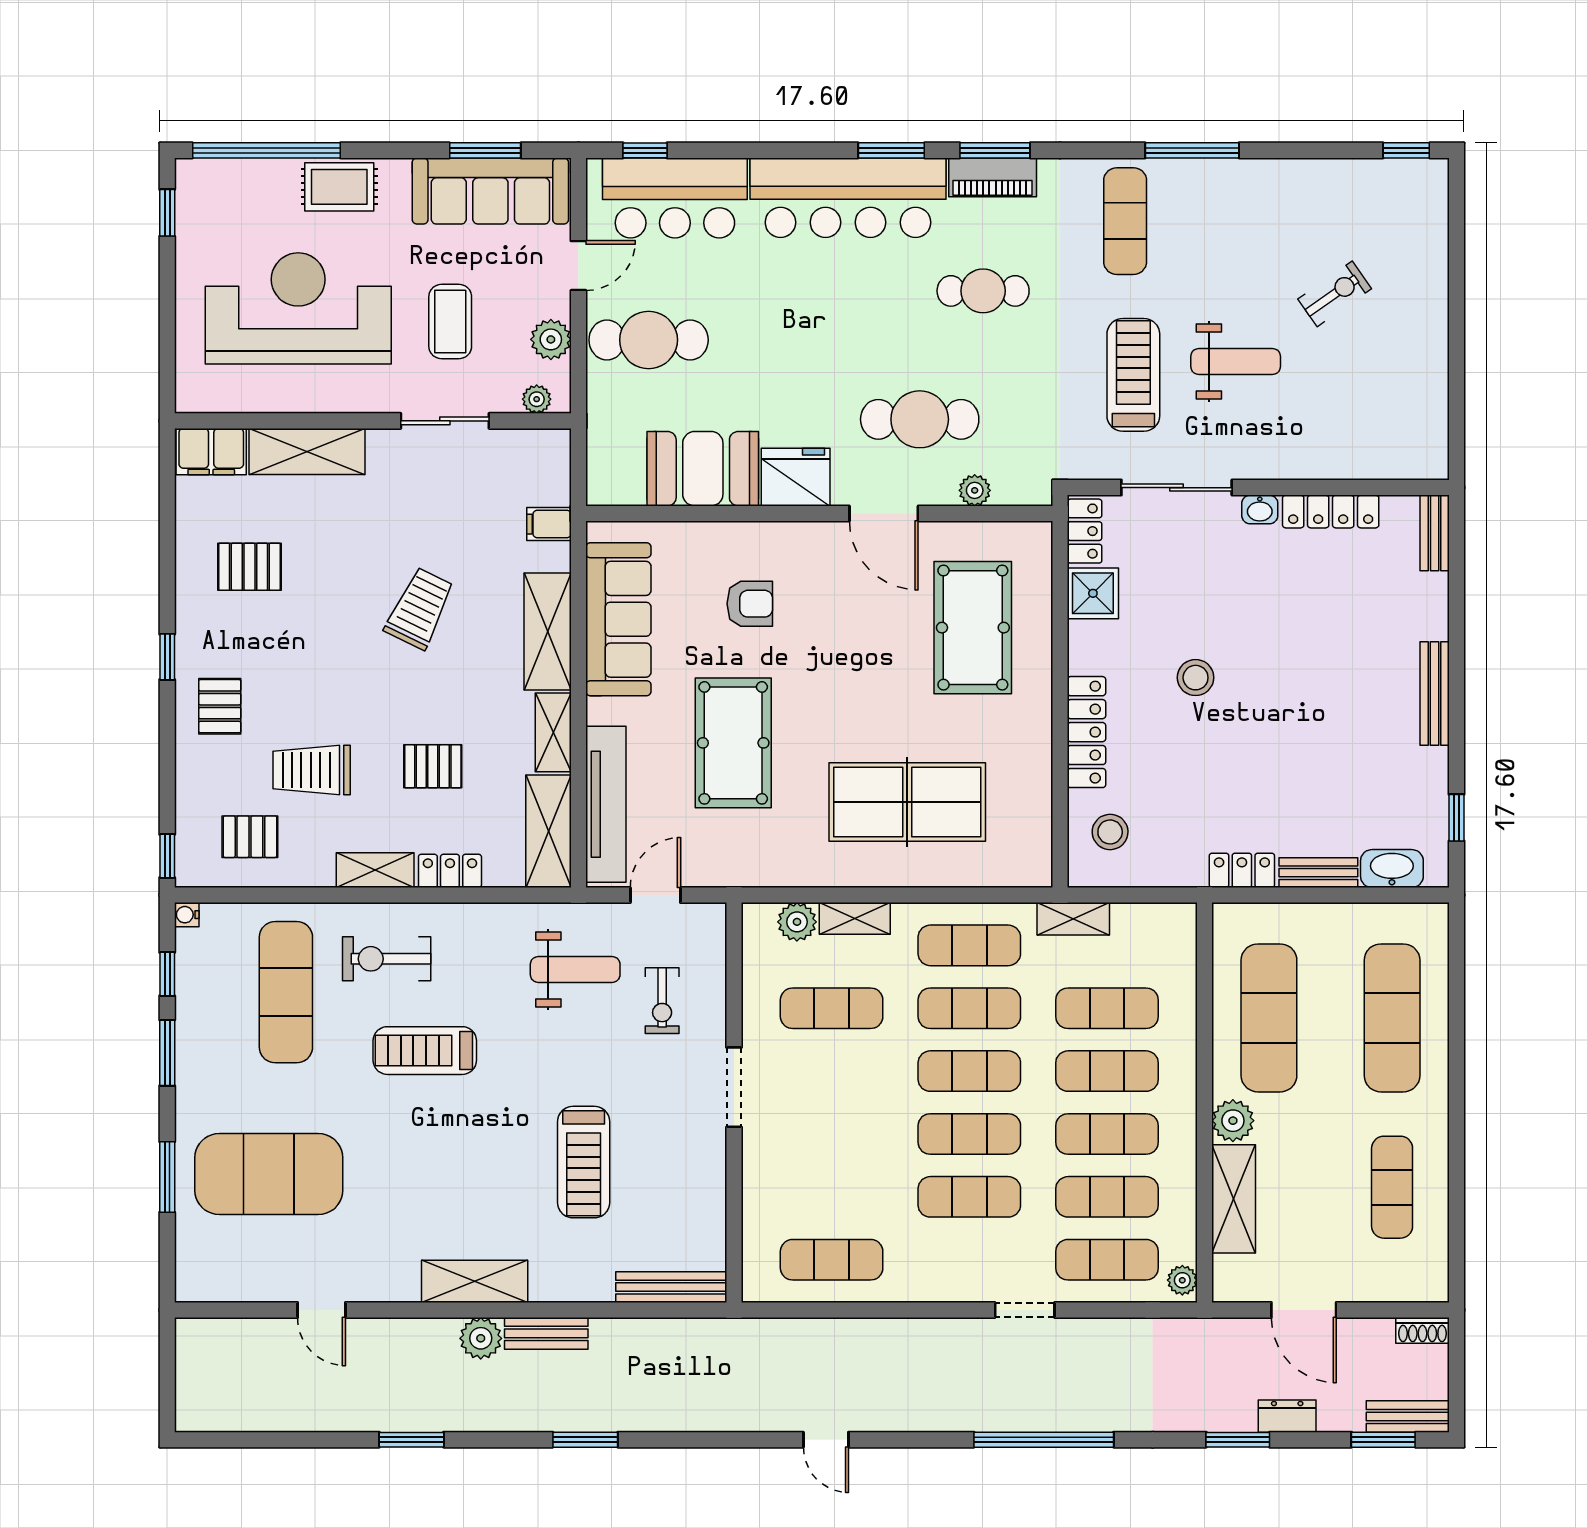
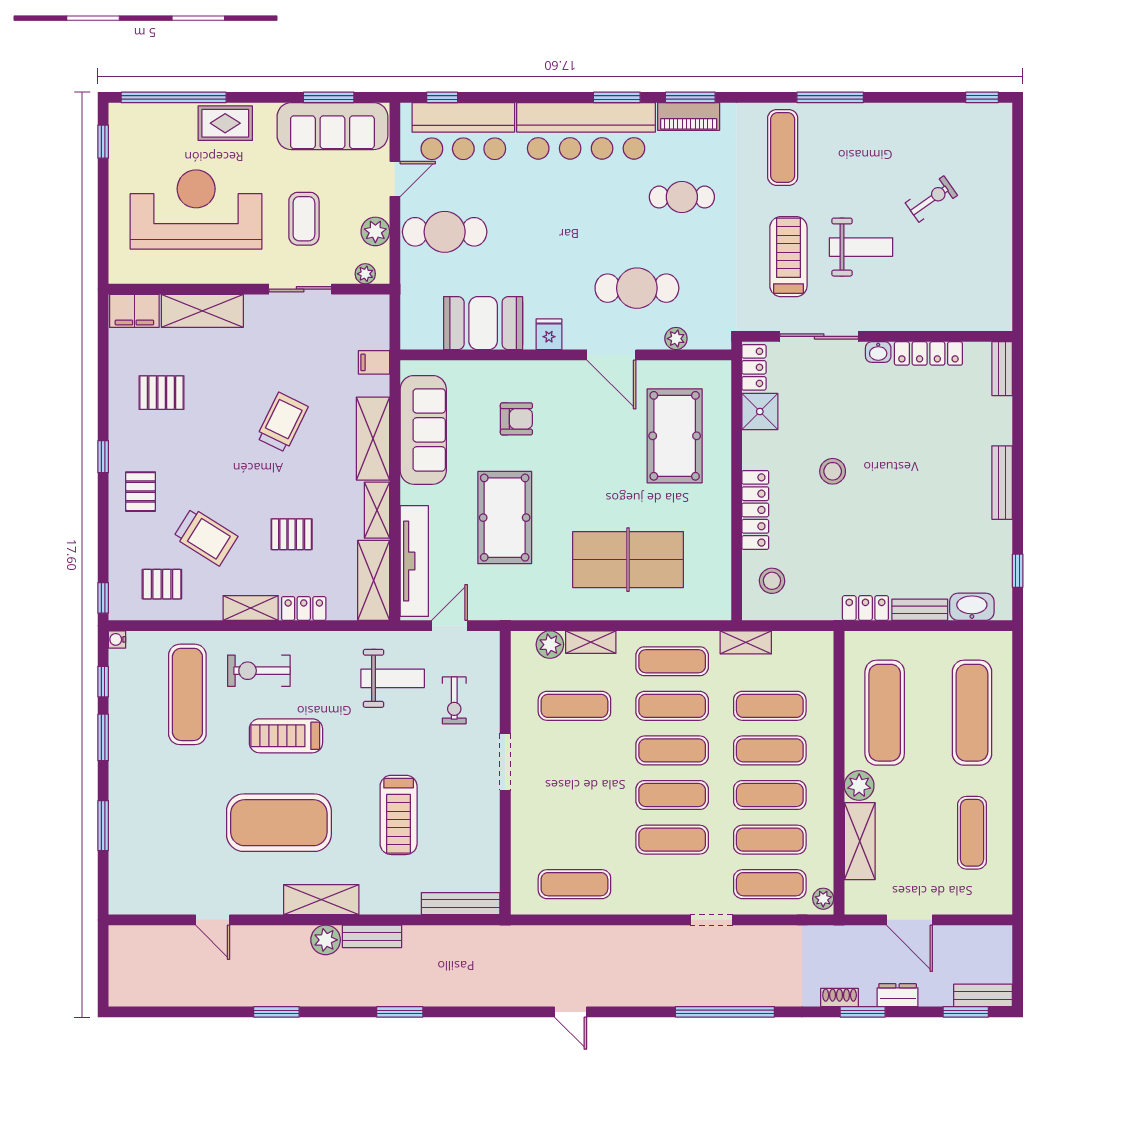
fridge: (796, 477) -> (549, 334), width x0.53, depth x0.75
trolley: (312, 770) -> (206, 537), turned -148
exercise mat: (269, 1174) -> (279, 823), moved
shoe rack: (1423, 1330) -> (840, 997), moved, turned 180

